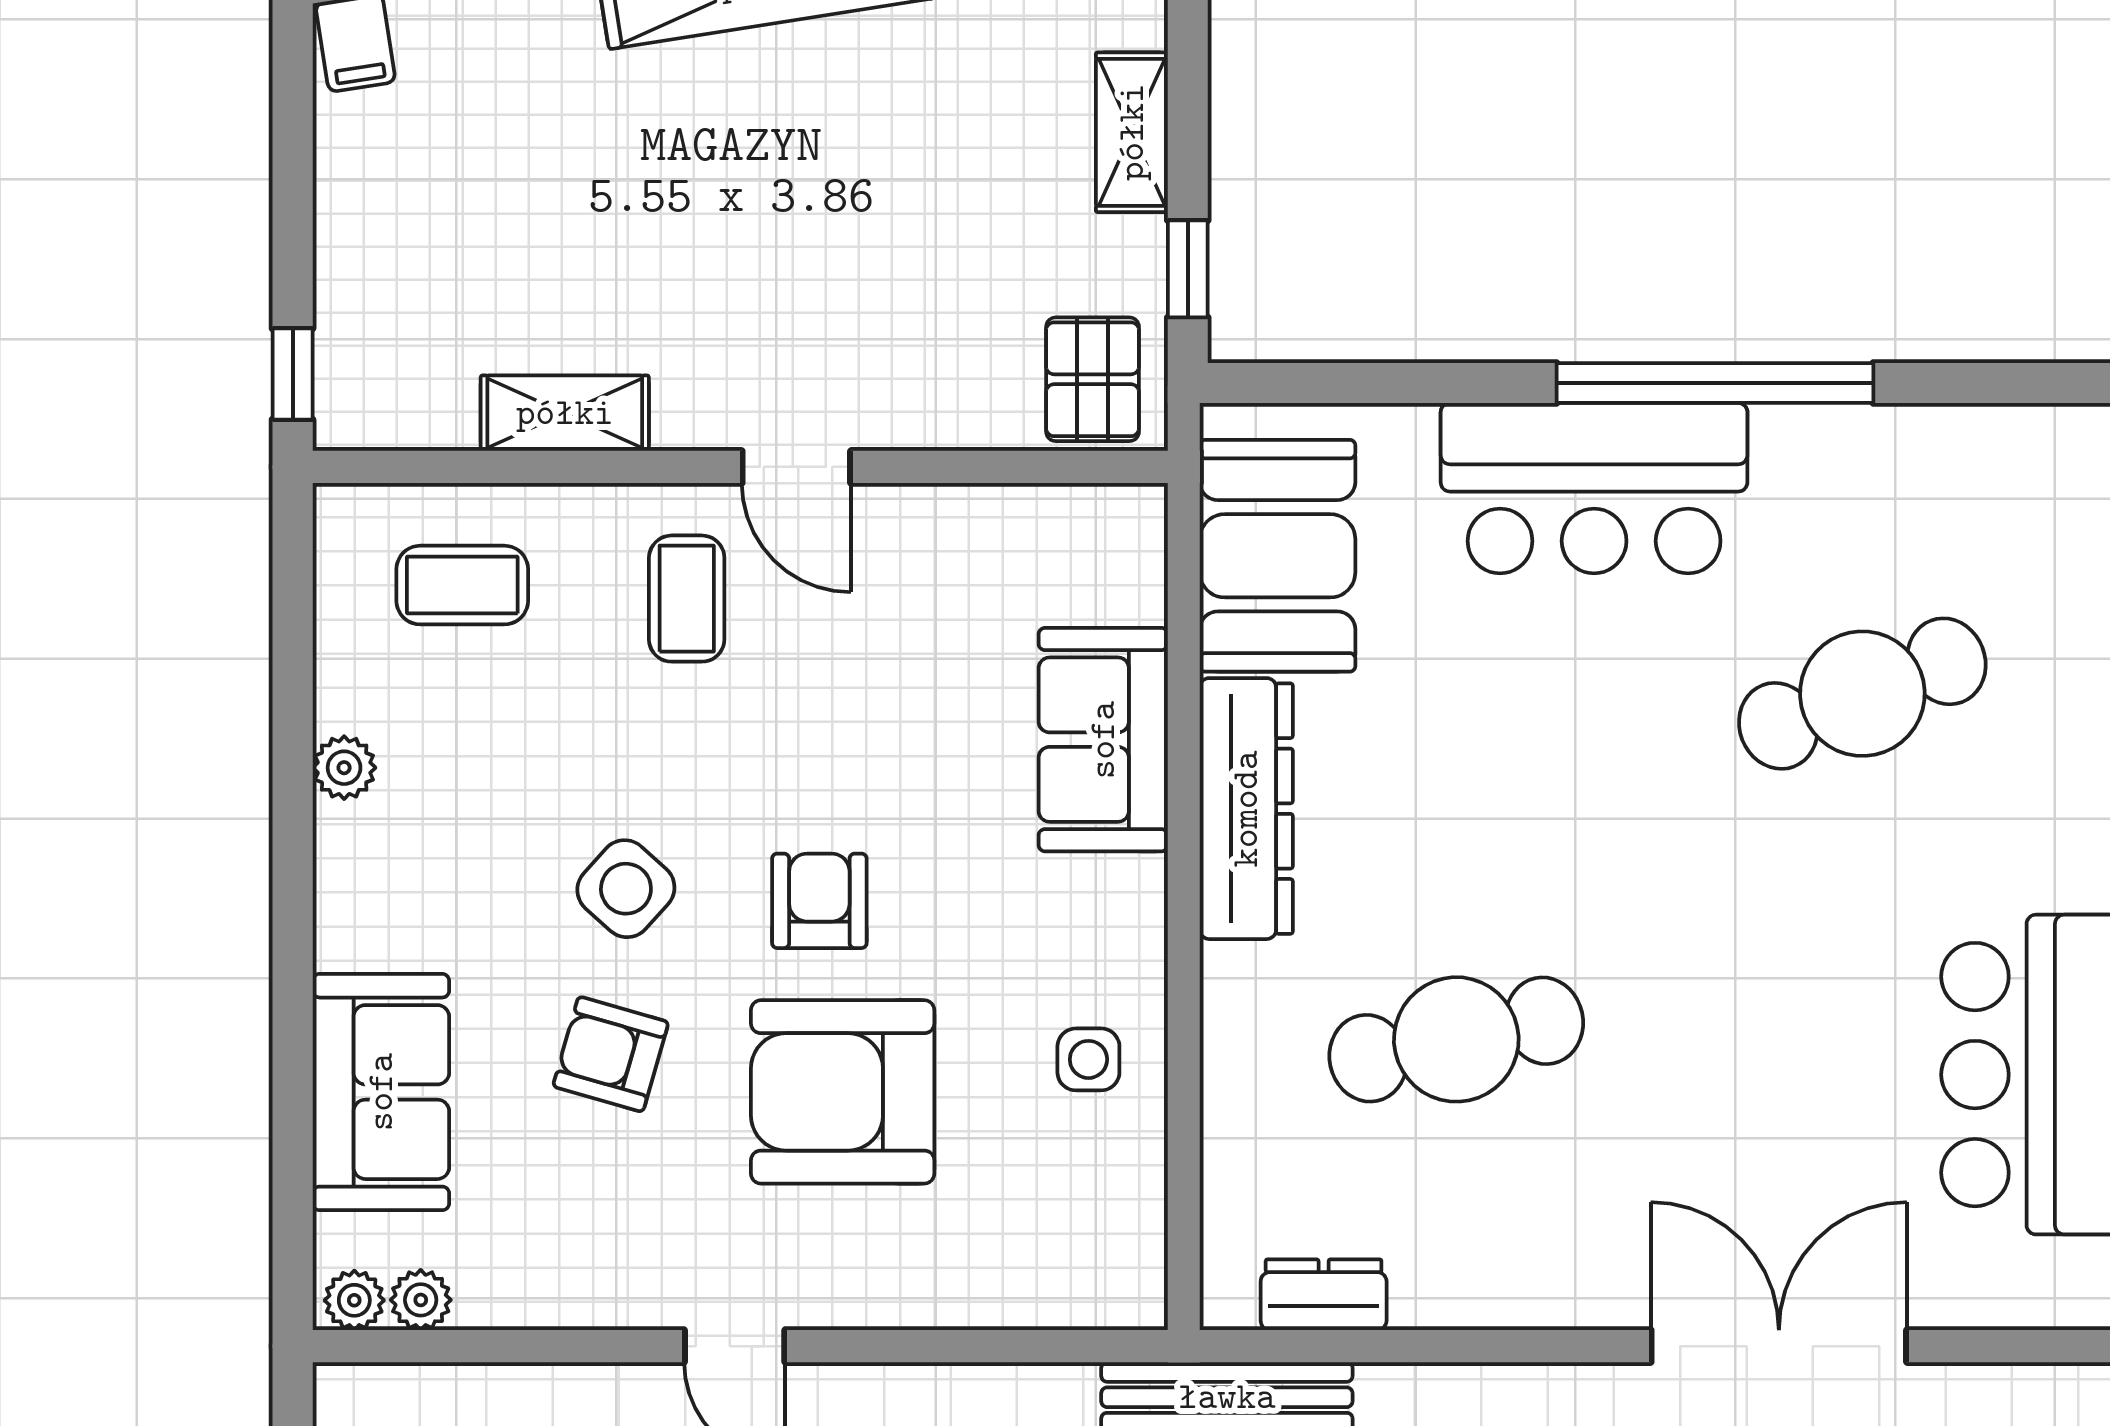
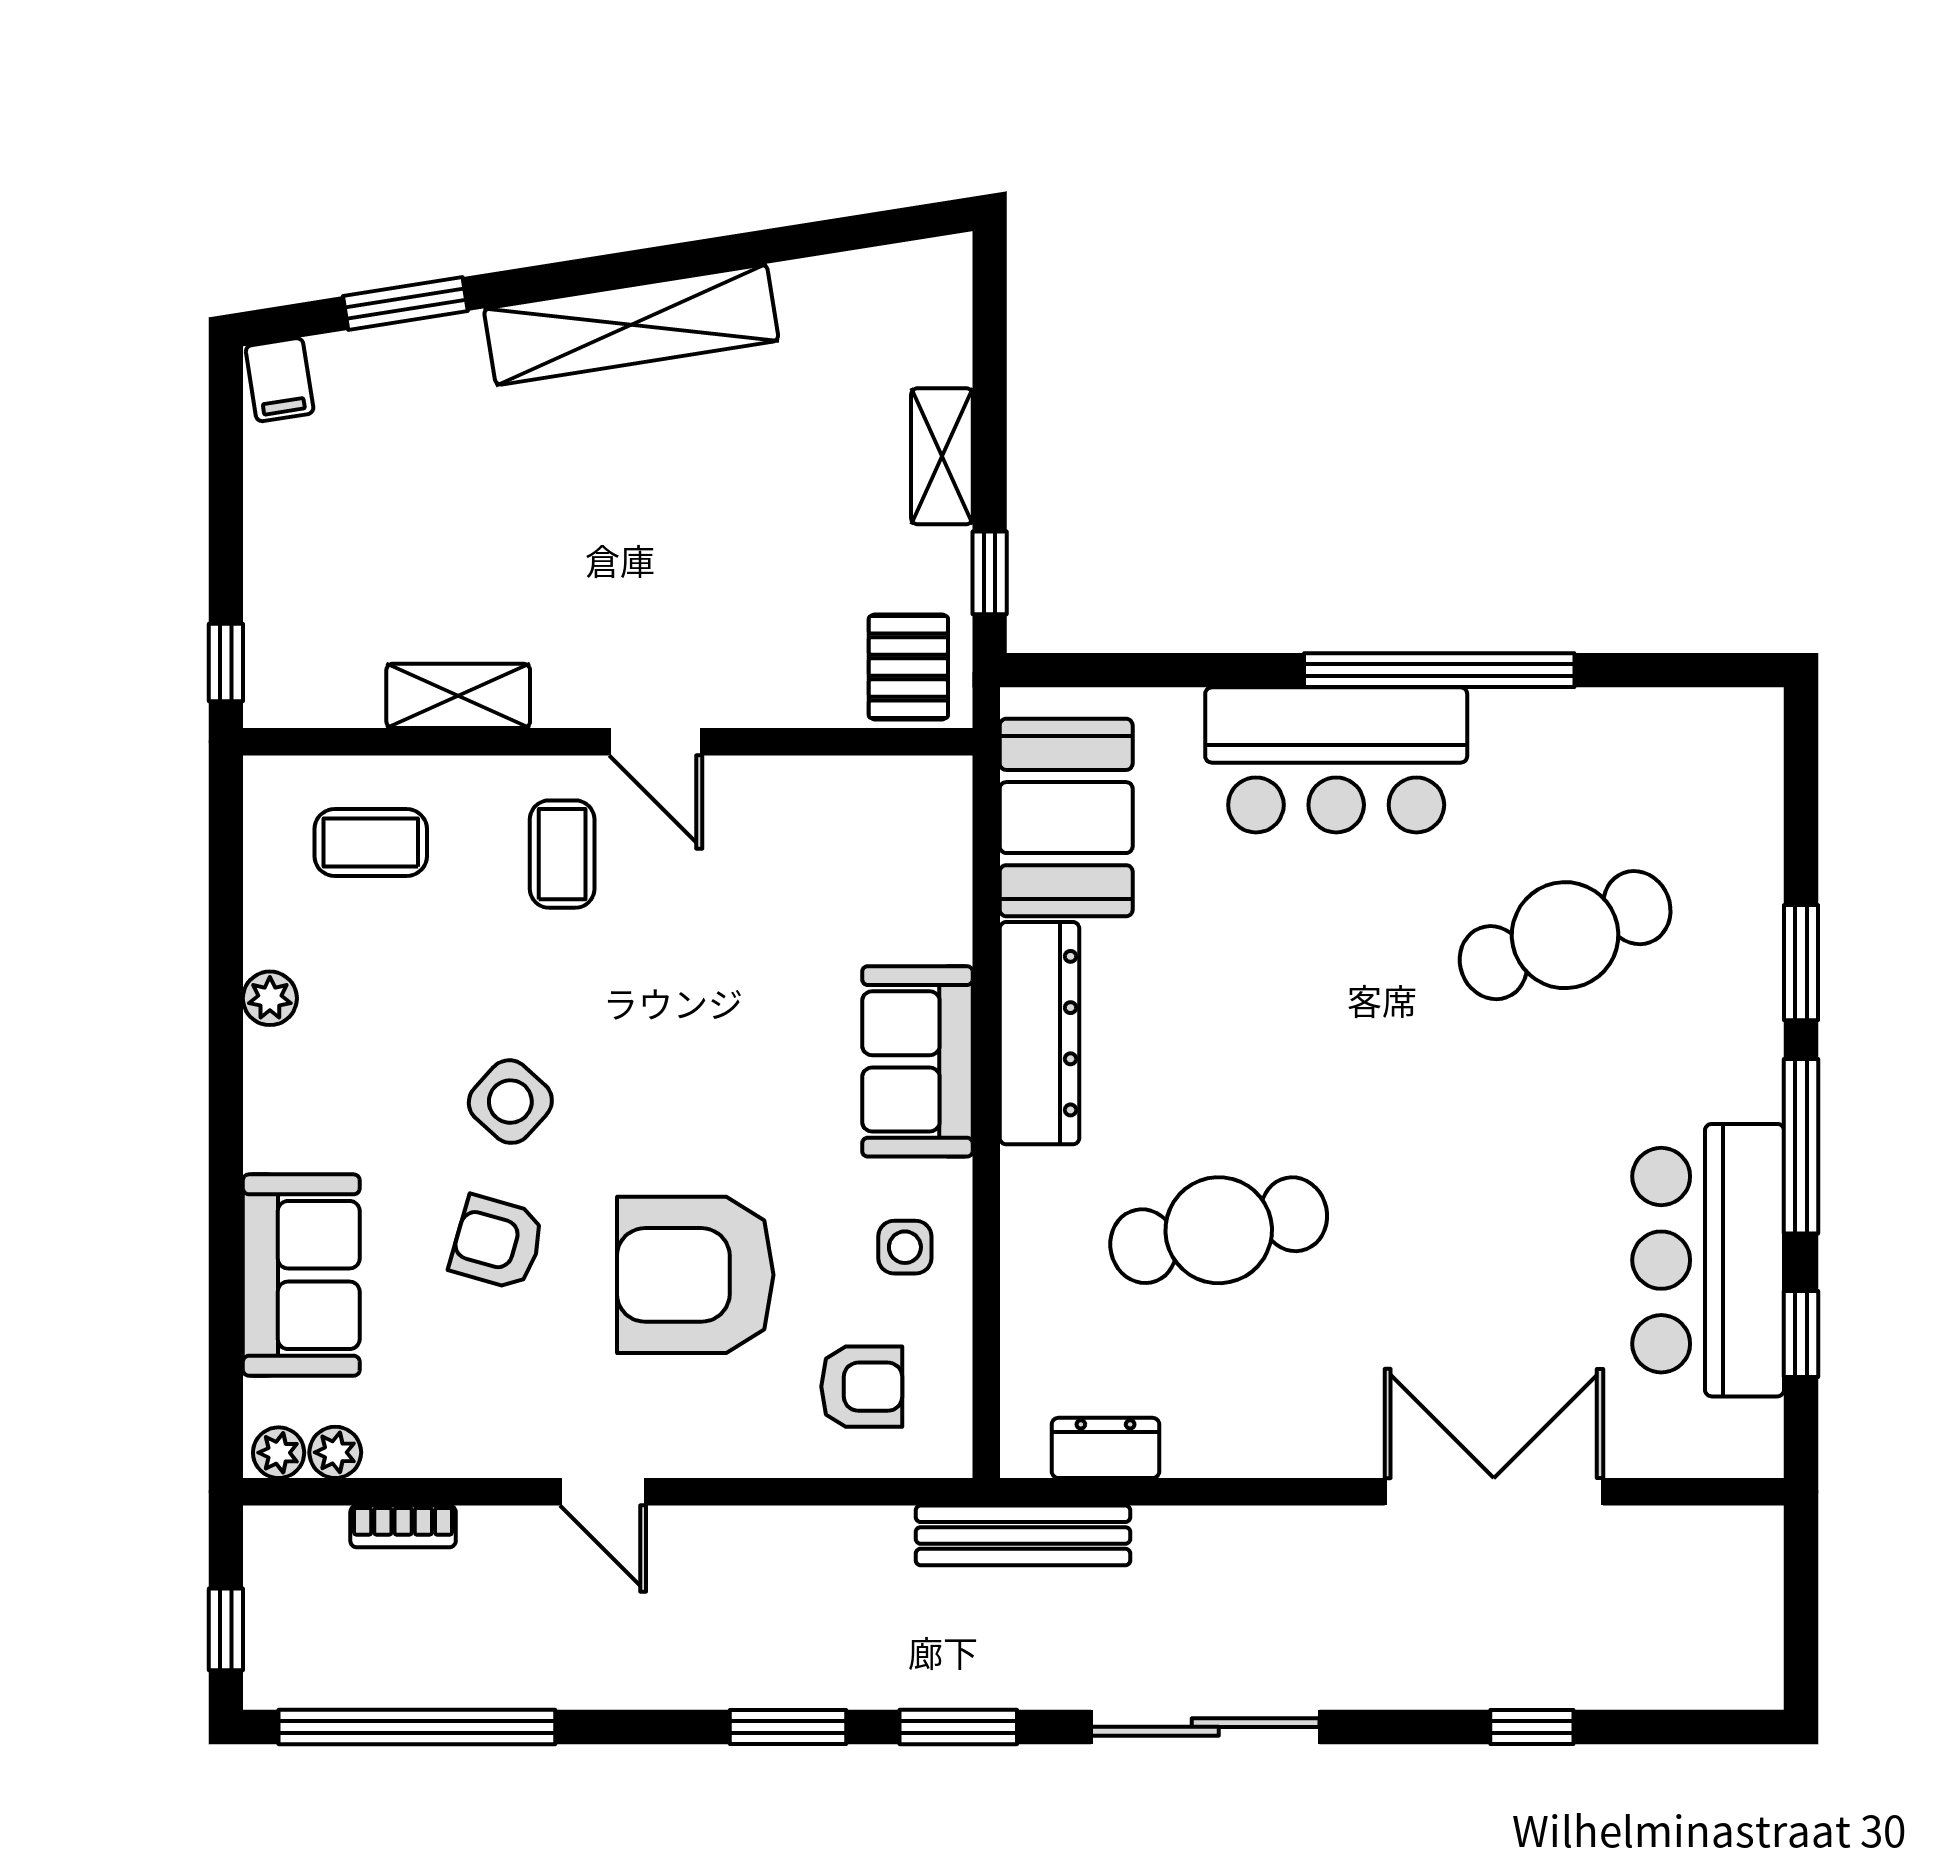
sofa: (1103, 740) -> (917, 1061), moved
armchair: (819, 901) -> (862, 1387), moved, turned 90
bookcase: (500, 1387) -> (403, 1526), added

